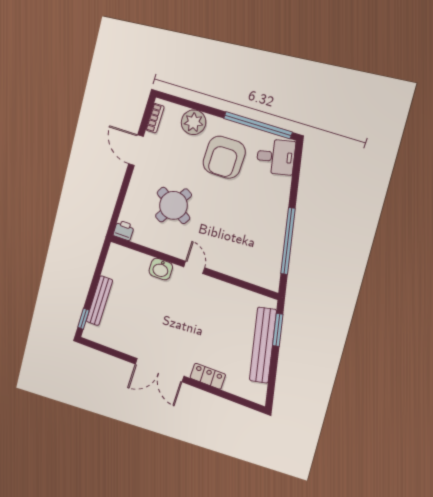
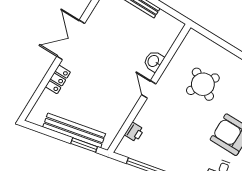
printer: (124, 230) -> (134, 132), moved
door: (194, 267) -> (149, 89), swing flipped

